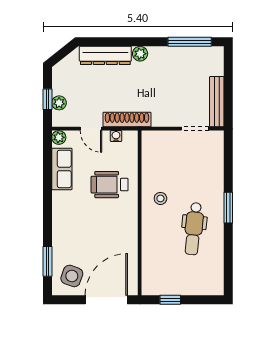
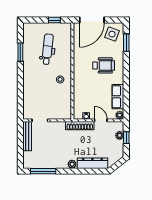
wheelchair: (110, 185) -> (104, 65), moved
window: (228, 208) -> (20, 52), moved
dental chair: (194, 229) -> (48, 49), moved

